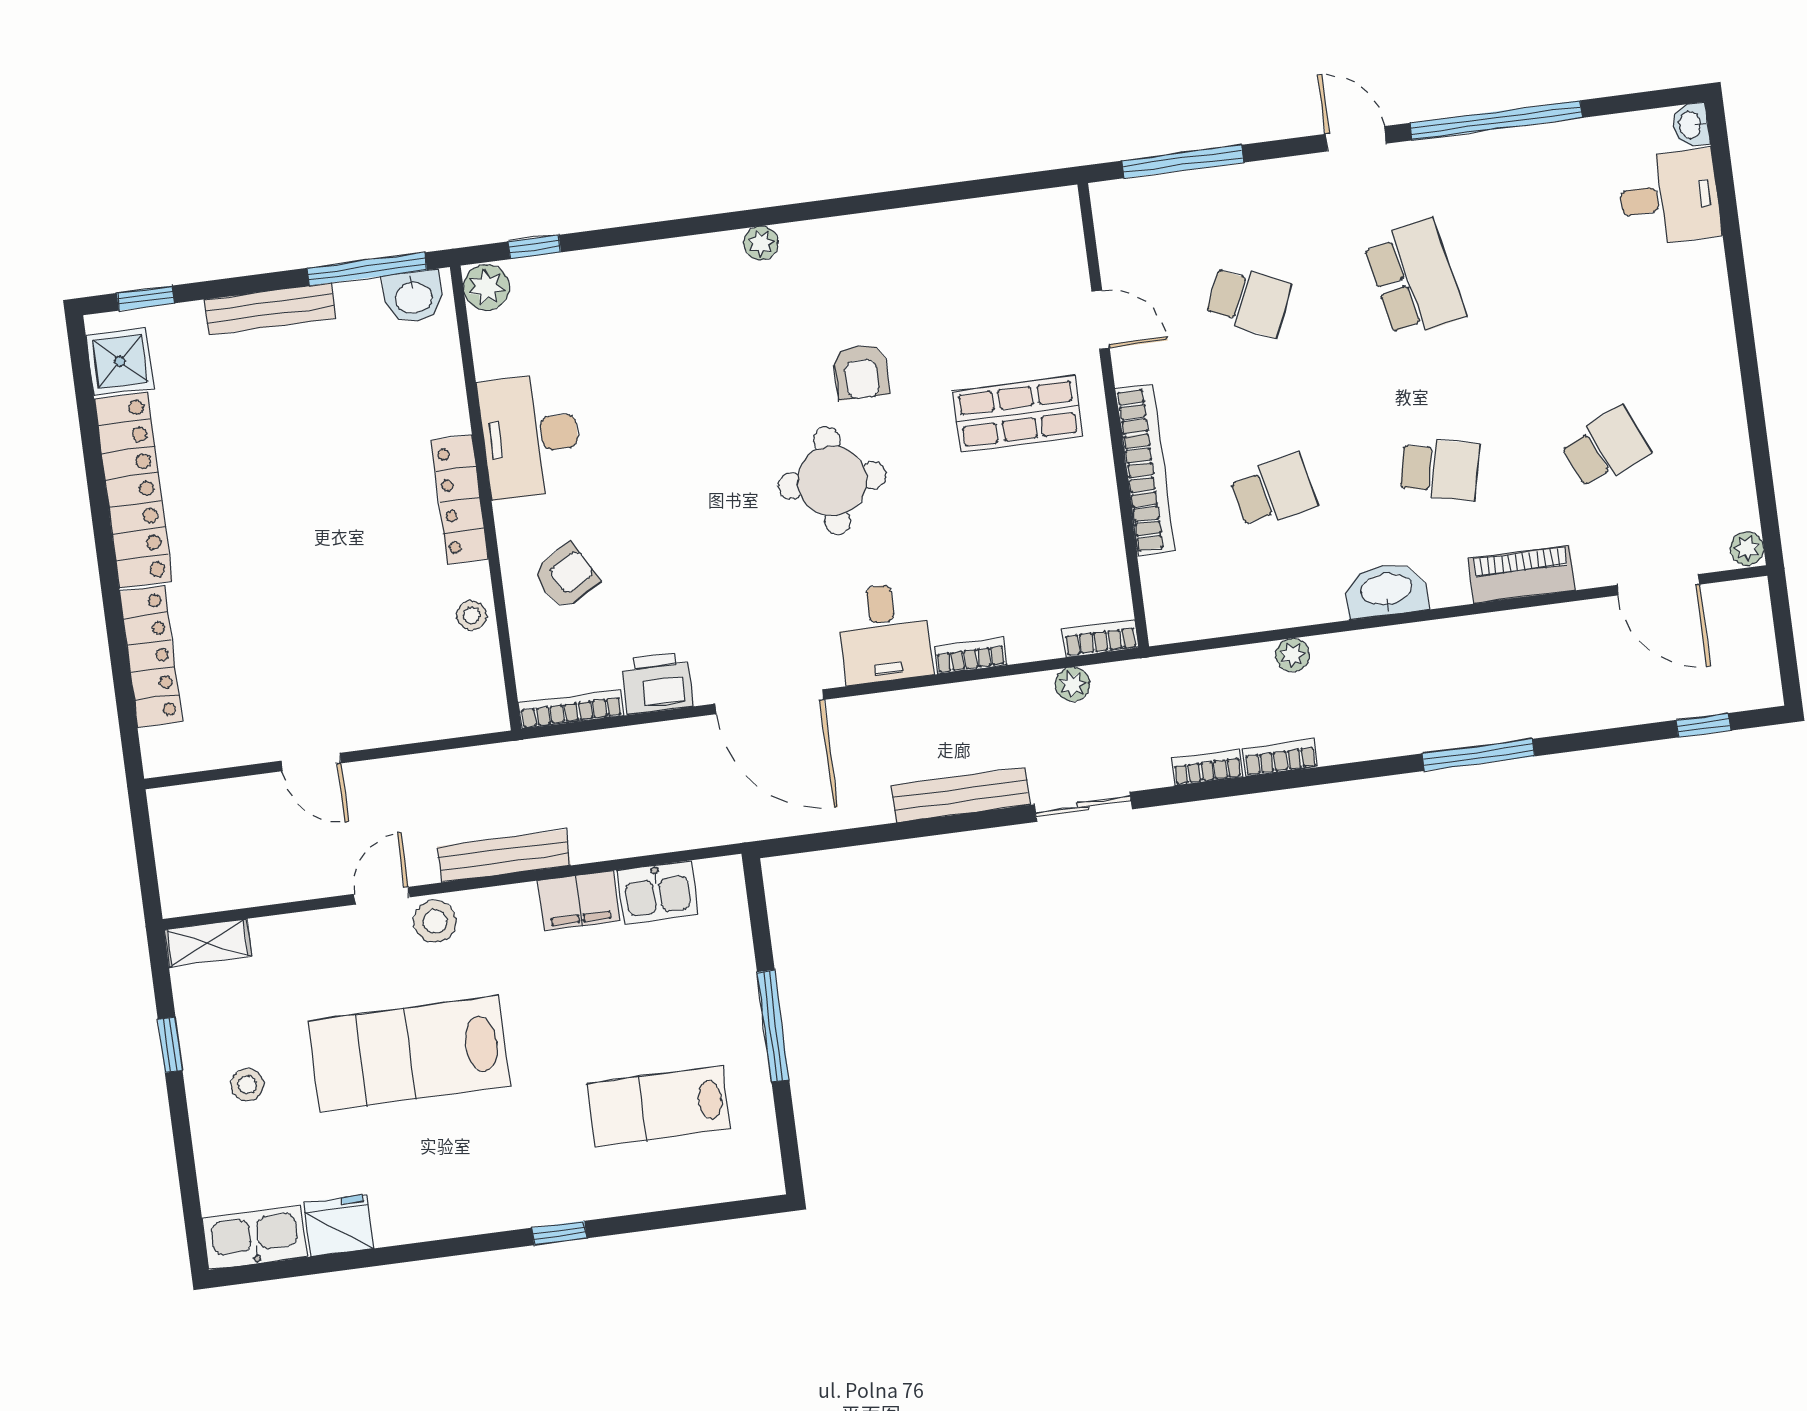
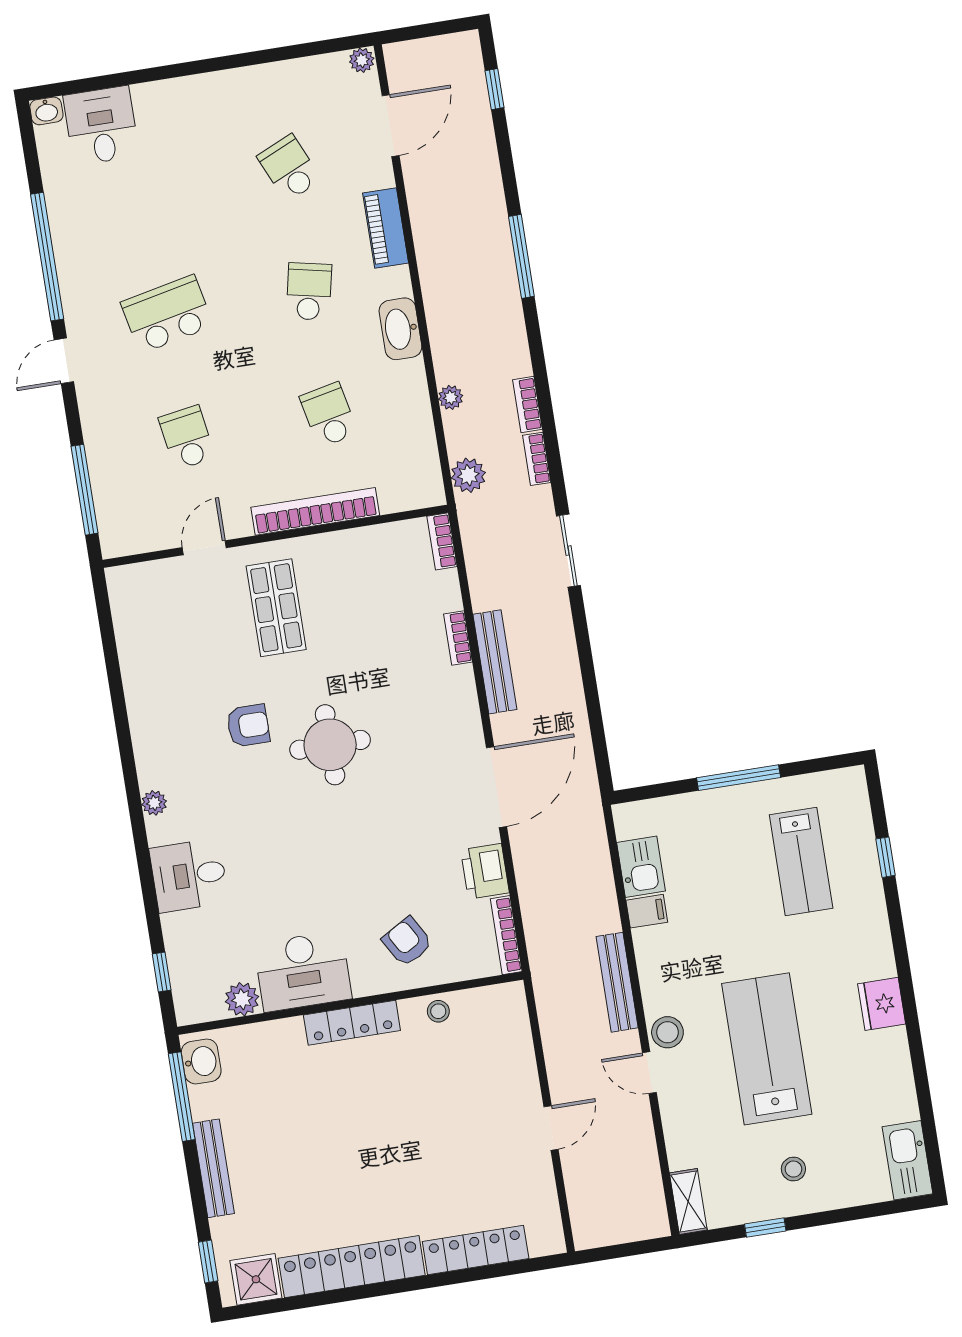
plant: (486, 287) -> (242, 999), moved
school desk: (1249, 301) -> (187, 438), turned -33
desk: (884, 633) -> (189, 875), moved, turned 180
plant: (1073, 684) -> (468, 475), moved, width x1.38, depth x1.38
bench: (961, 795) -> (495, 662), moved
filing cabinet: (579, 901) -> (647, 911), width x0.50
lab bench: (409, 1054) -> (767, 1049), turned 180
fridge: (339, 1225) -> (882, 1004), moved
window: (559, 1233) -> (886, 857), moved

